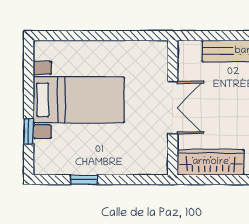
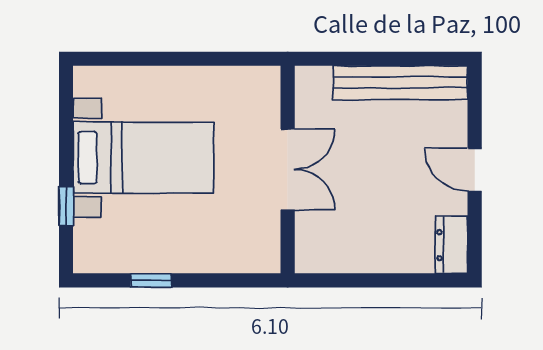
wardrobe: (211, 162) -> (346, 254), removed

